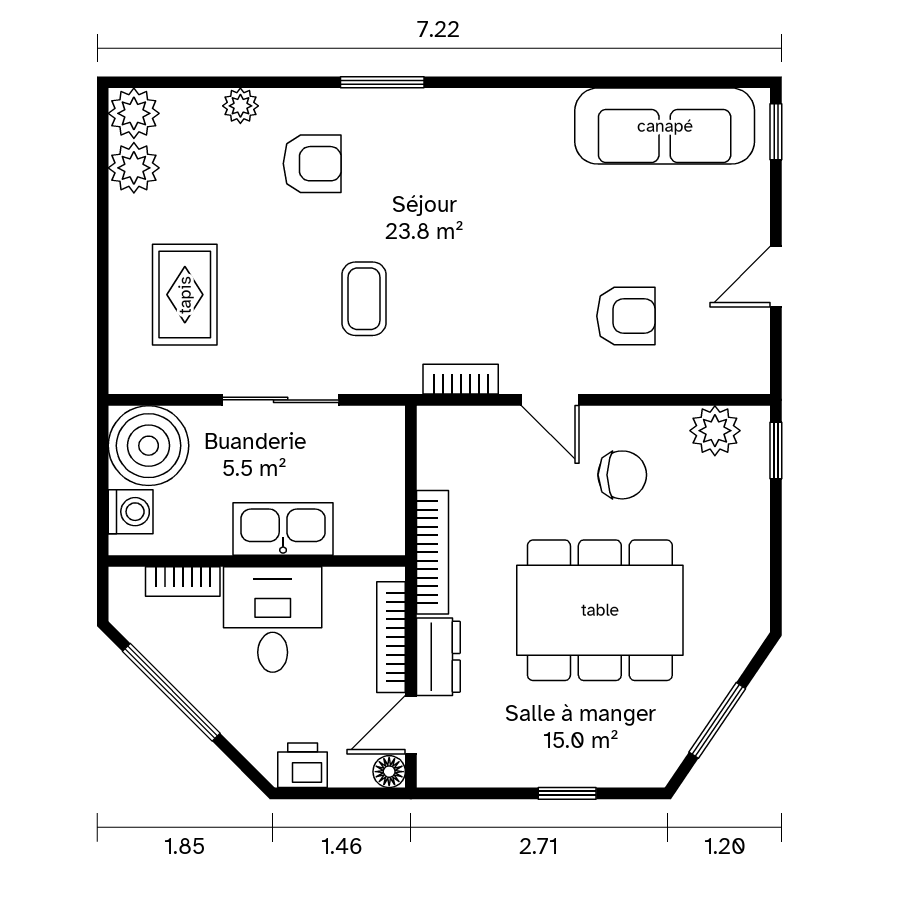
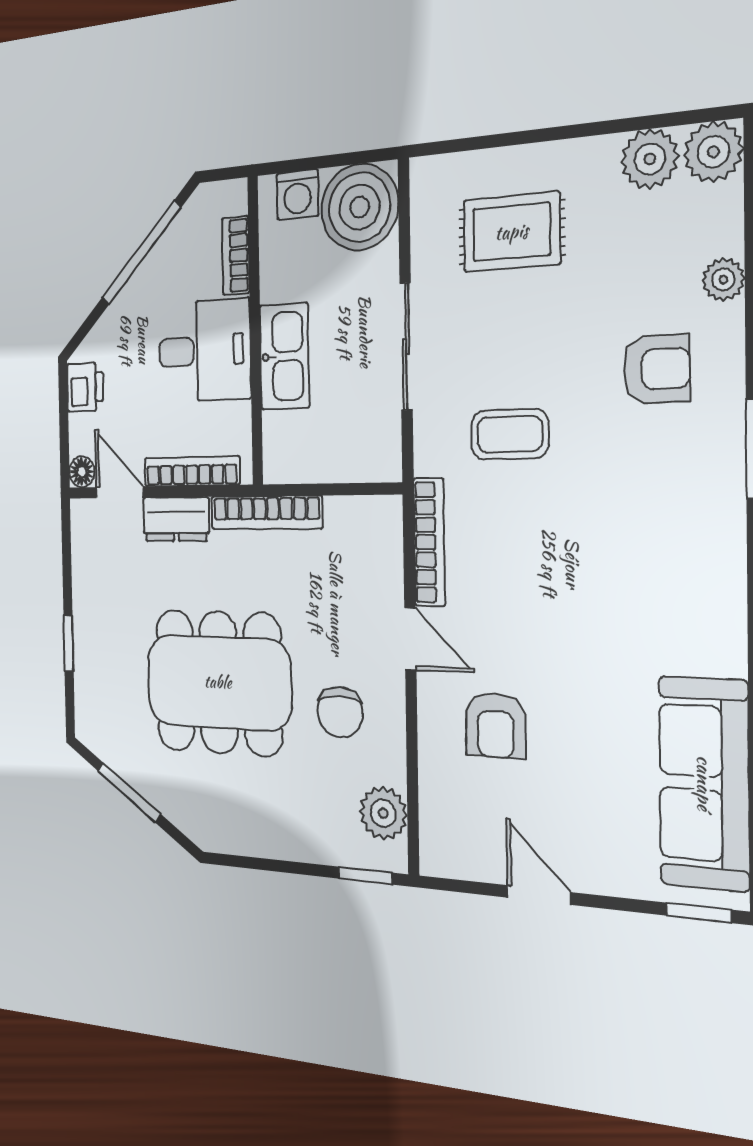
armchair: (312, 164) -> (657, 369), turned -90
bookcase: (461, 379) -> (429, 542), width x1.56
door: (550, 400) -> (410, 639), swing flipped
dining table: (600, 610) -> (218, 682), turned 90

